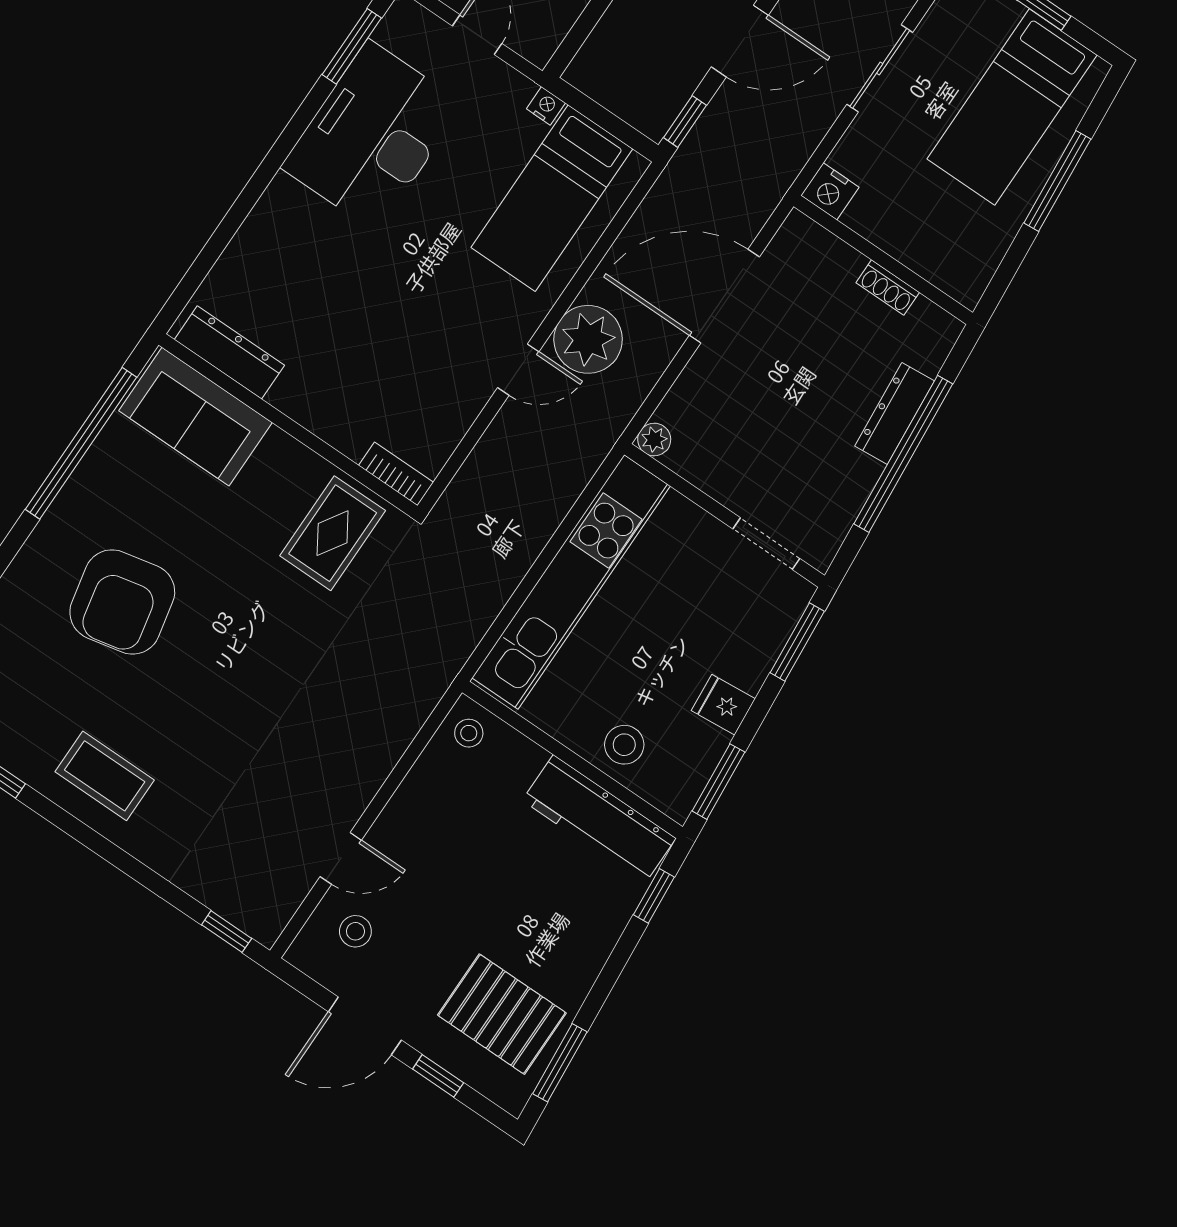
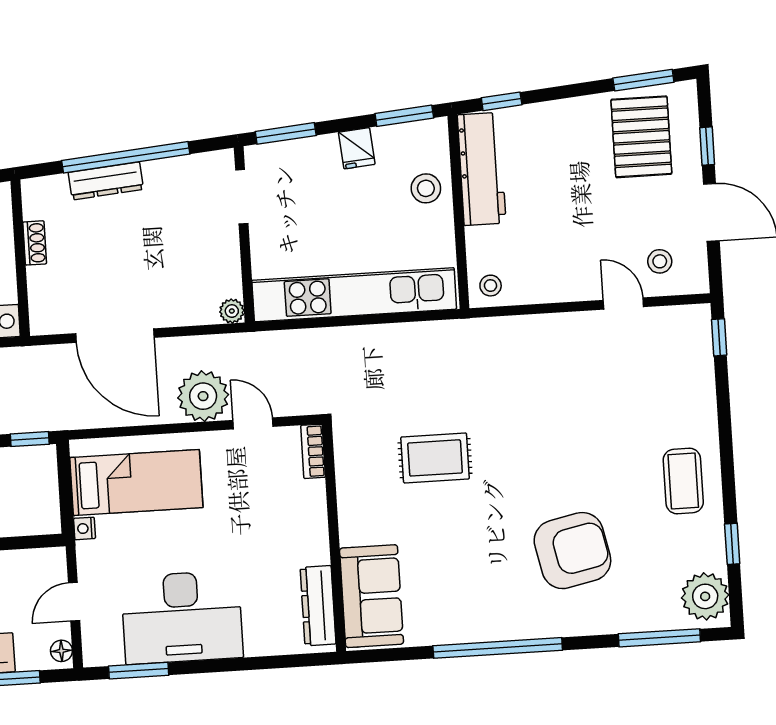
dresser: (229, 352) -> (318, 606), moved
sofa: (196, 417) -> (372, 596), moved
wall: (288, 425) -> (334, 537), moved
bookcase: (396, 474) -> (313, 451), moved

